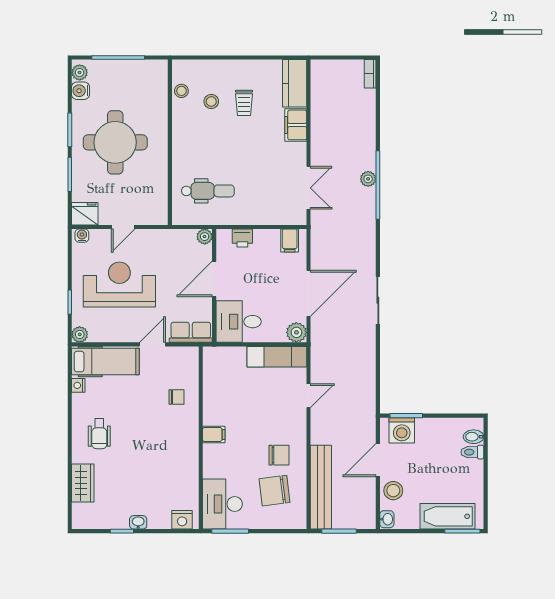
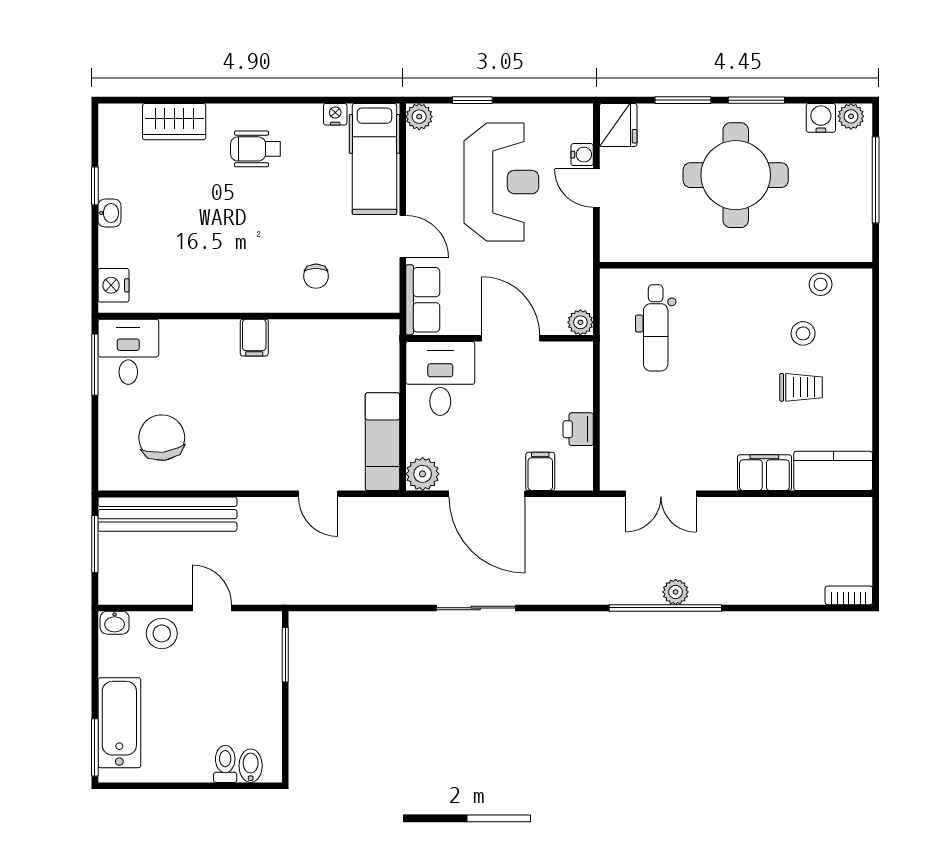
trolley: (244, 103) -> (801, 387), turned 180
water cooler: (82, 236) -> (582, 155), moved
printer: (242, 238) -> (578, 429), moved
filing cabinet: (290, 240) -> (540, 471), moved, turned 90
washing machine: (402, 430) -> (261, 647), removed
chair: (279, 455) -> (220, 445), removed
door: (378, 460) -> (212, 608), width x0.73
desk: (222, 504) -> (128, 352), width x0.73

